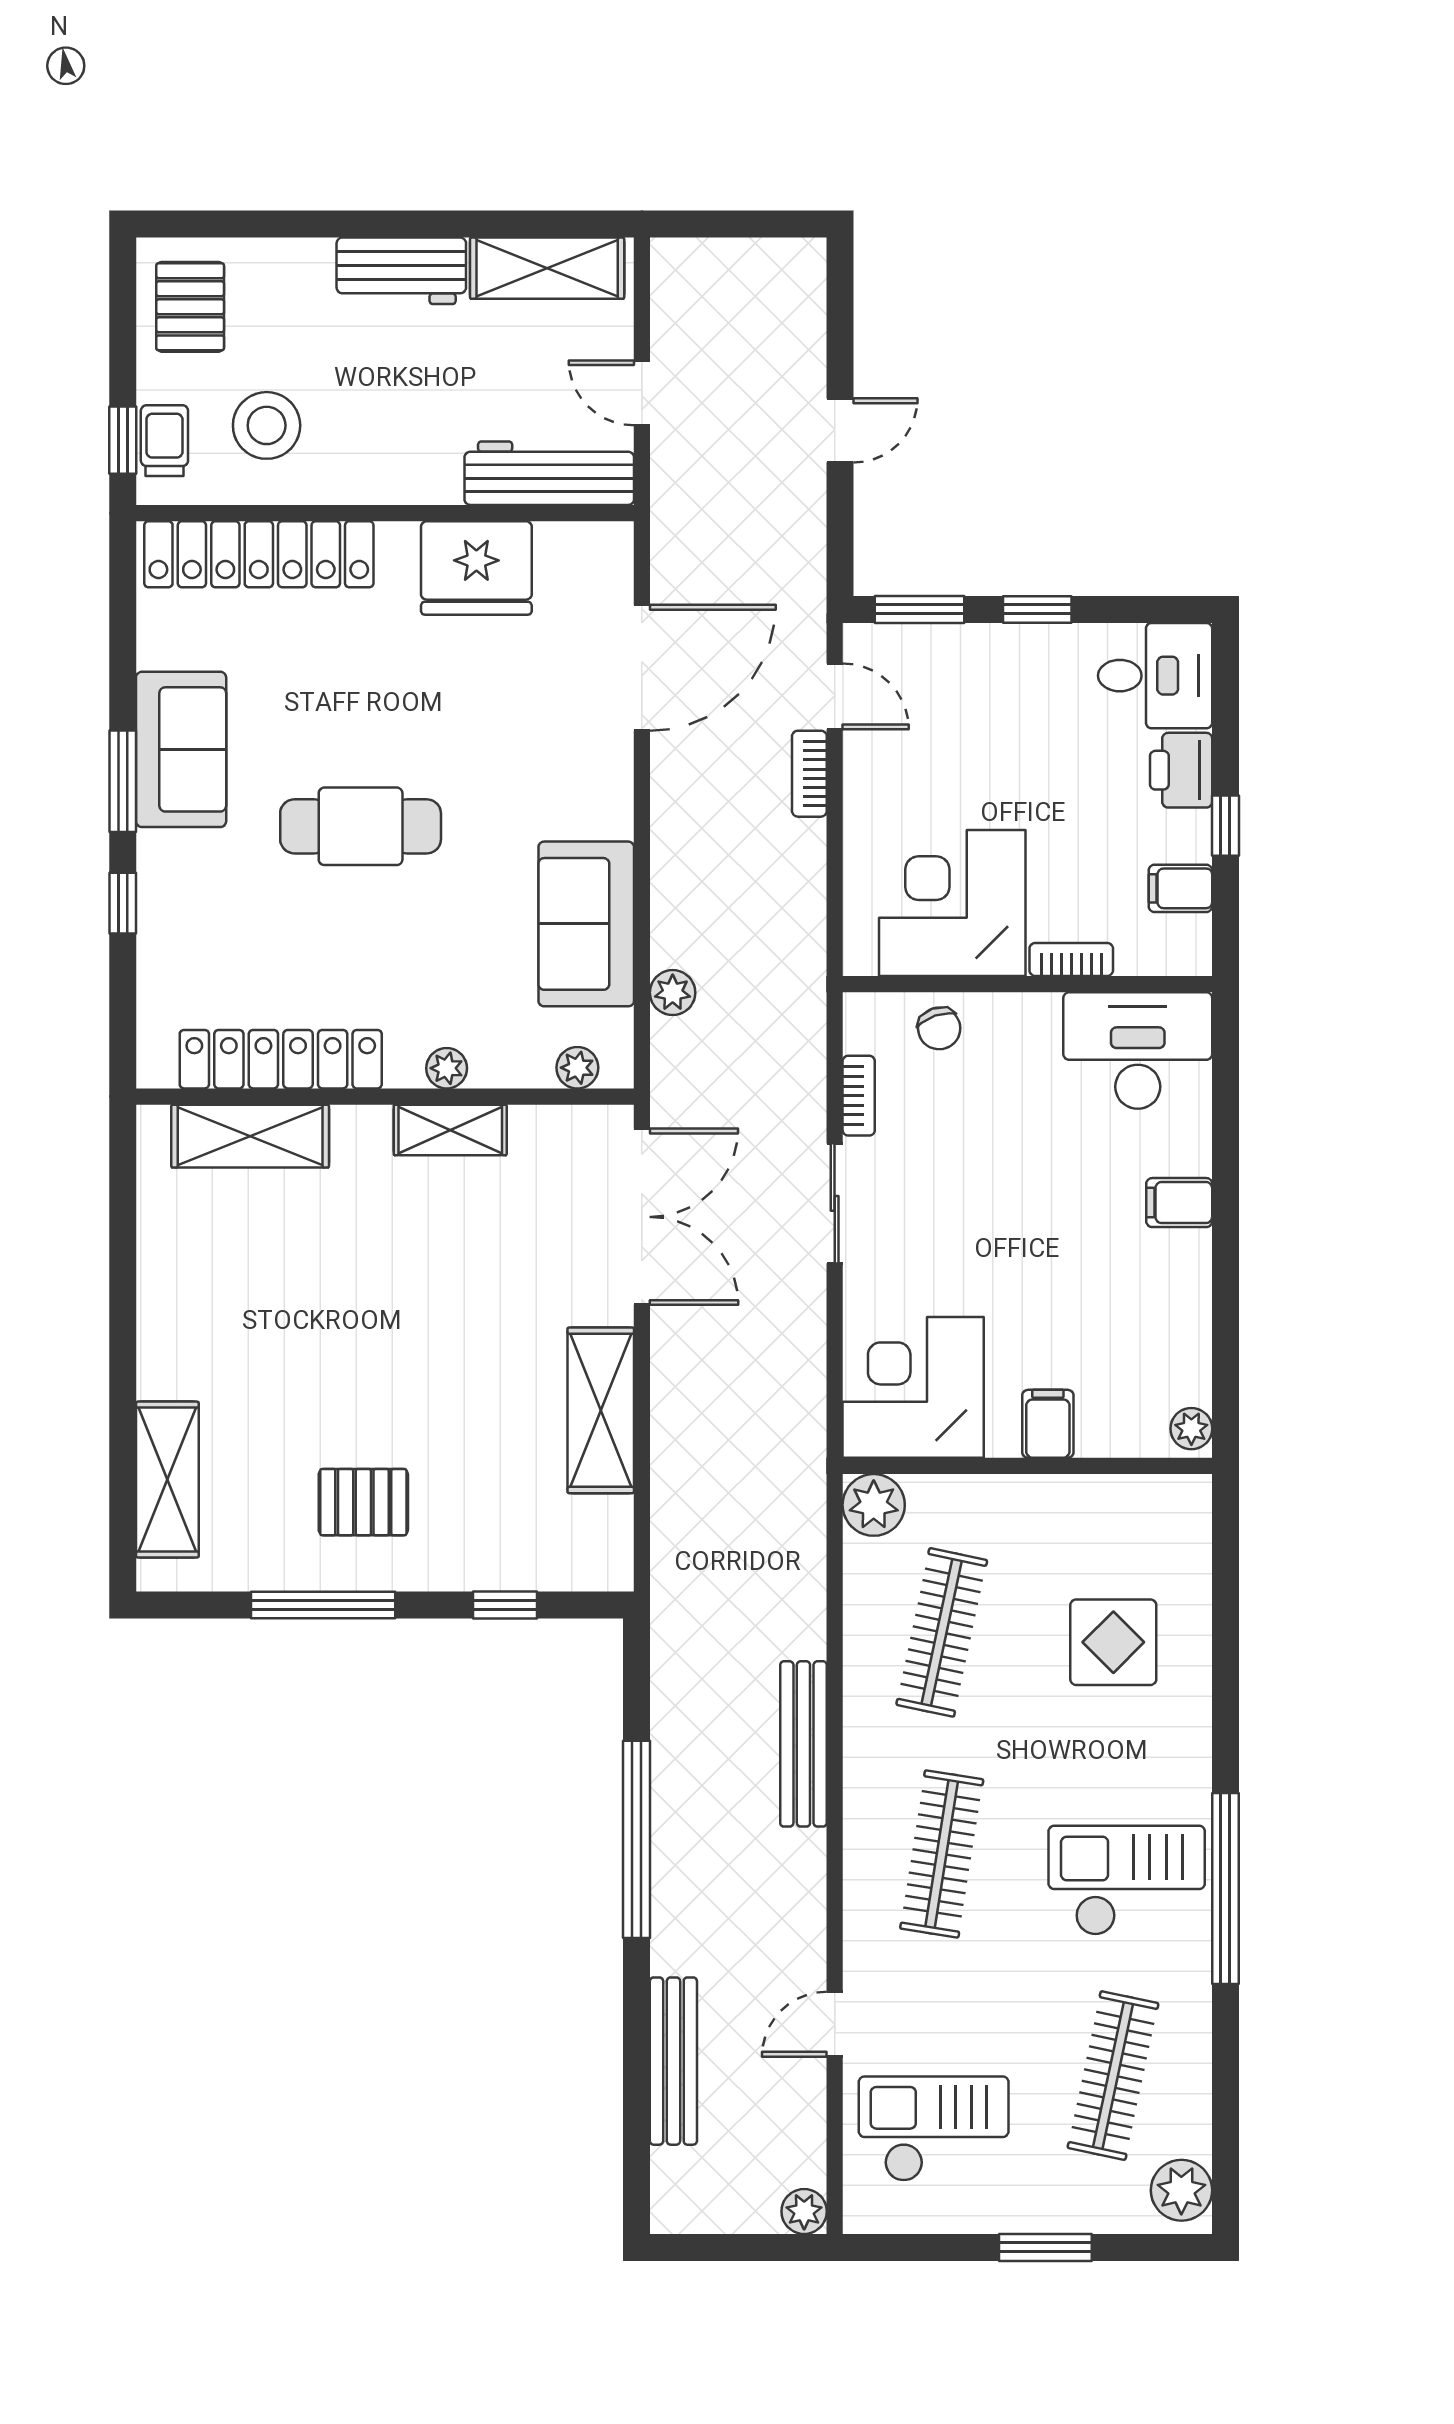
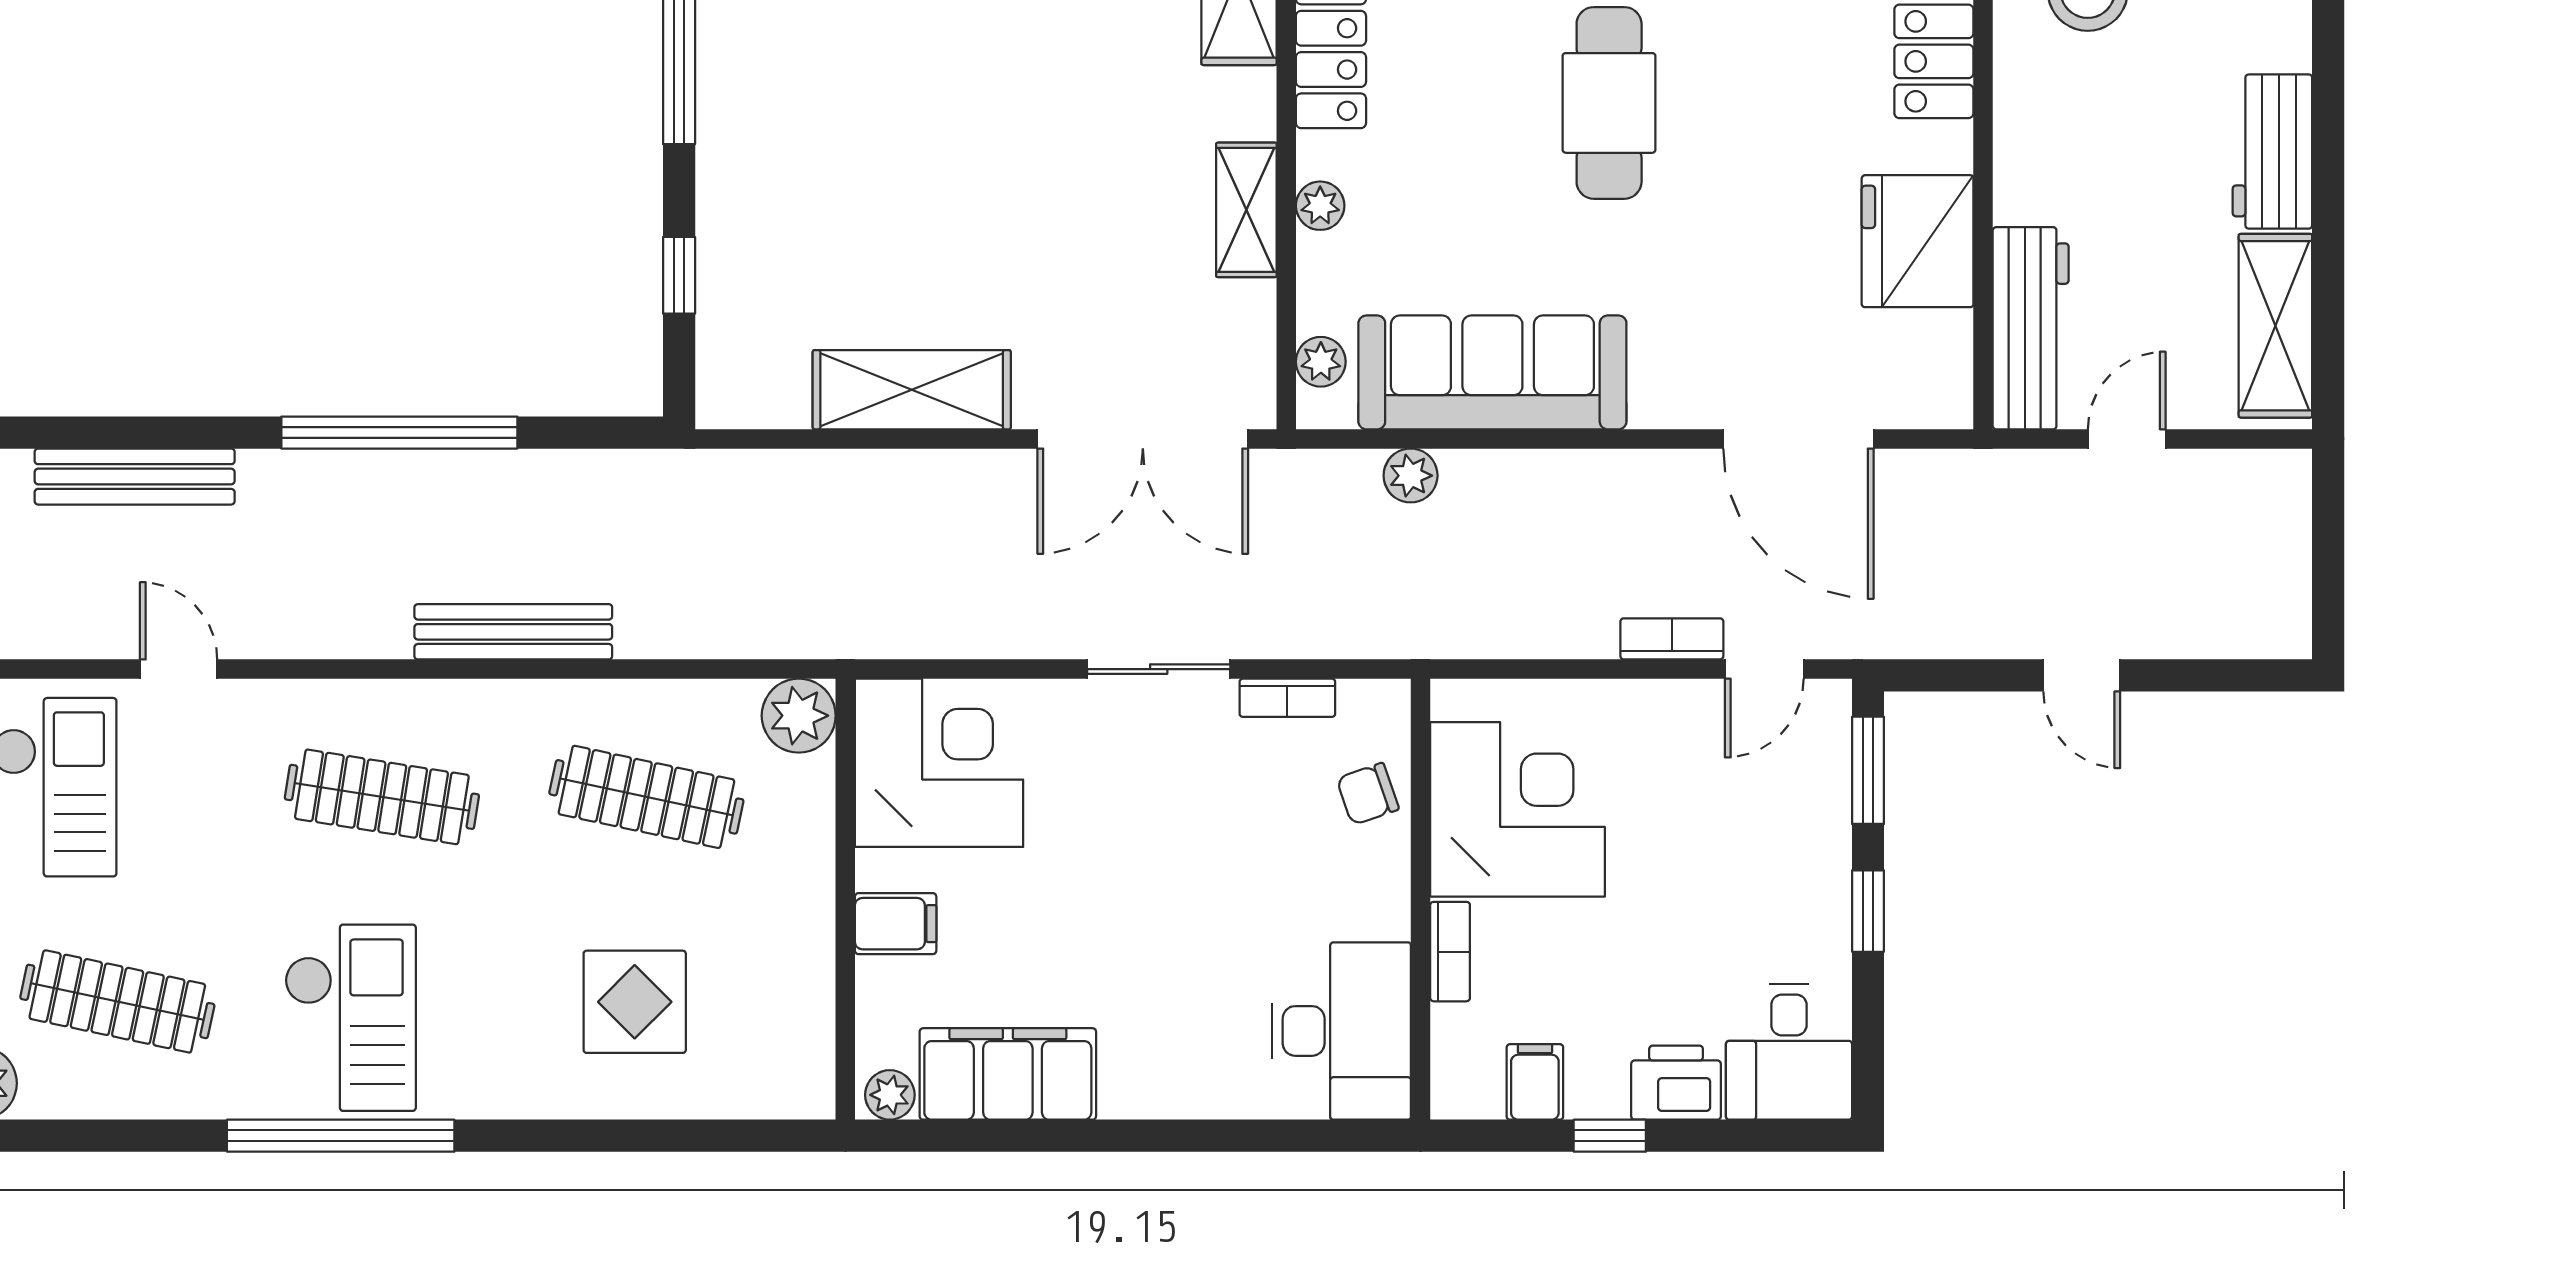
sofa: (586, 924) -> (1492, 372), width x1.36
filing cabinet: (1179, 1203) -> (1008, 1074), moved, width x3.00, depth x1.17
pallet: (363, 1502) -> (802, 106), removed

